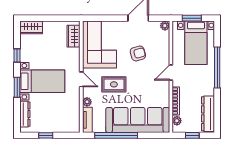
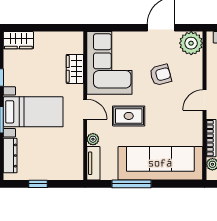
plant: (165, 26) -> (191, 43), width x1.87, depth x1.87
wardrobe: (74, 36) -> (75, 69), moved
window: (116, 135) -> (132, 184), width x0.68

